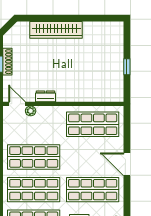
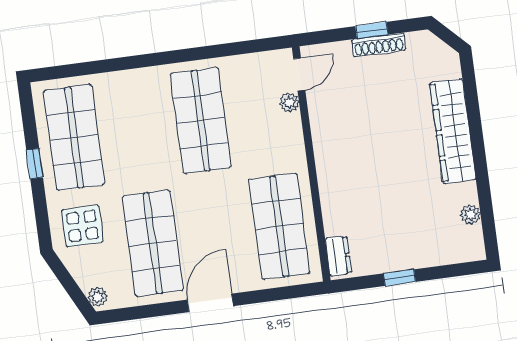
plant: (100, 27) -> (470, 215), added
dresser: (45, 96) -> (338, 256), moved
shop shelf: (34, 190) -> (137, 129), removed

